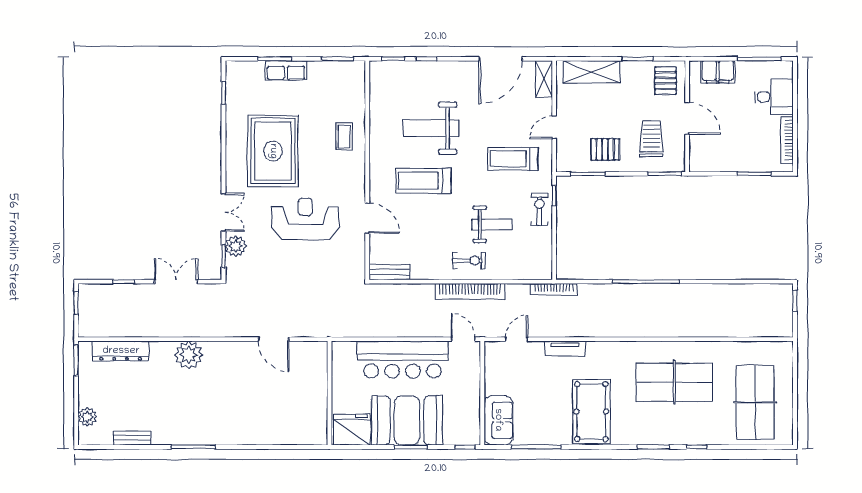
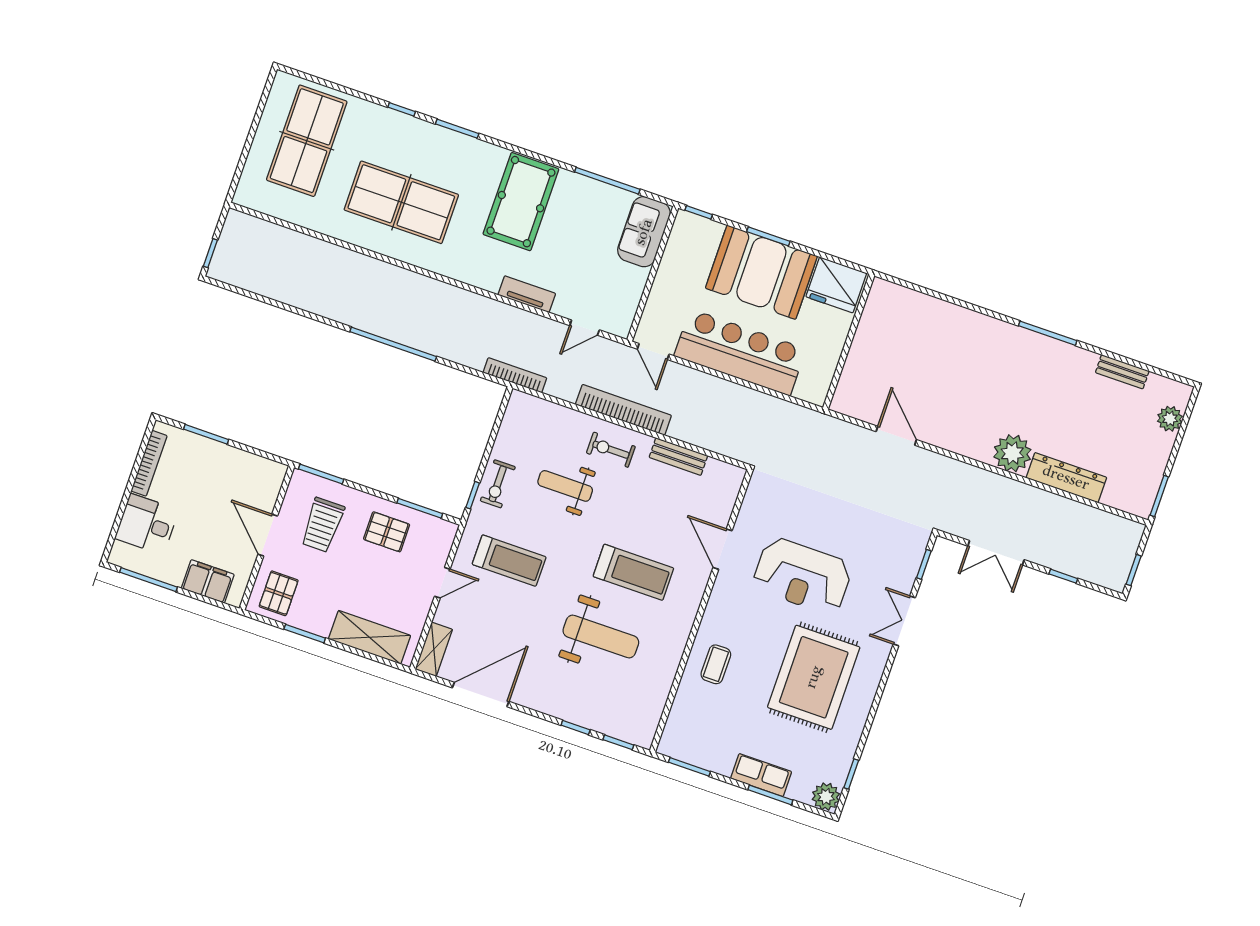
plant: (236, 246) -> (826, 797), moved
bench: (389, 272) -> (678, 457), moved
dresser: (121, 351) -> (1066, 478), moved

